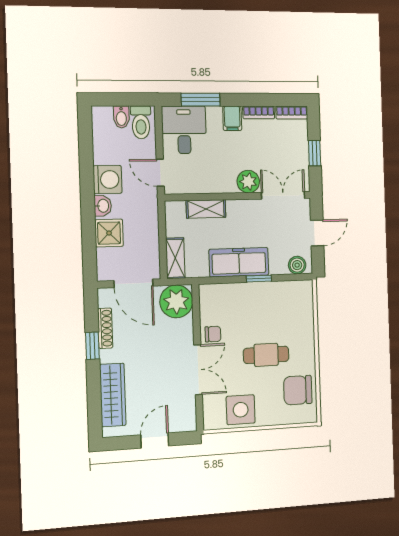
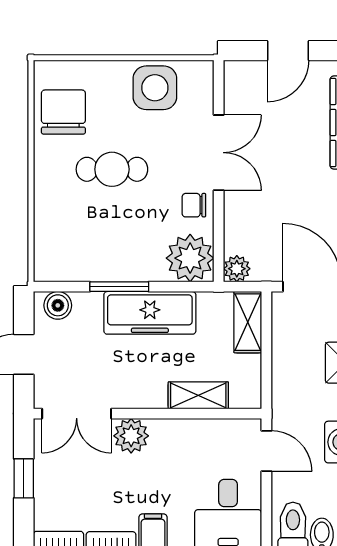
window: (259, 279) -> (119, 287), width x1.50
plant: (214, 299) -> (190, 258), added
plant: (176, 301) -> (237, 269), width x0.53, depth x0.53
double door: (198, 370) -> (219, 153), swing flipped
chair: (298, 390) -> (63, 112), turned -90

